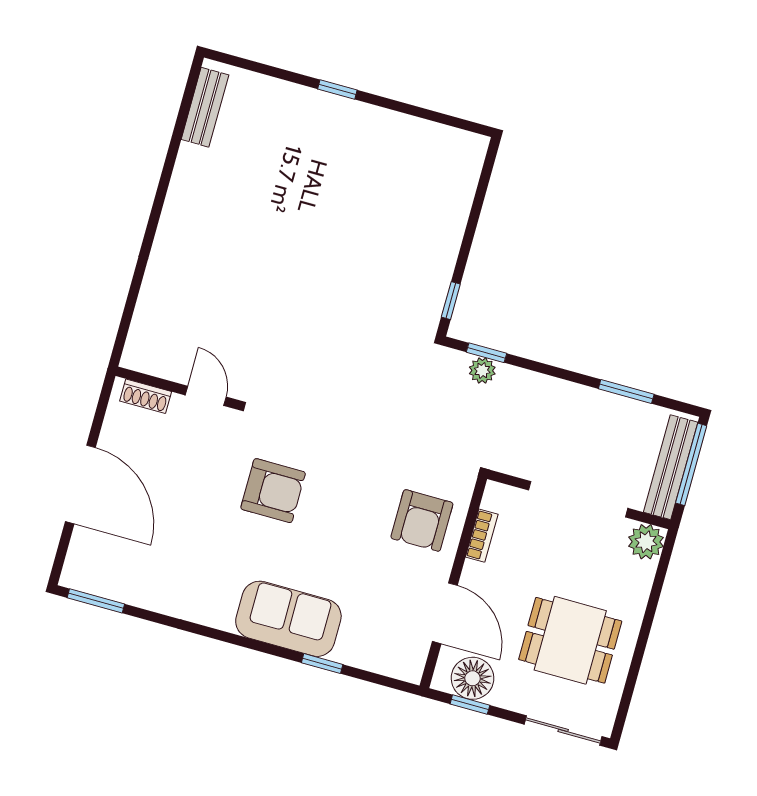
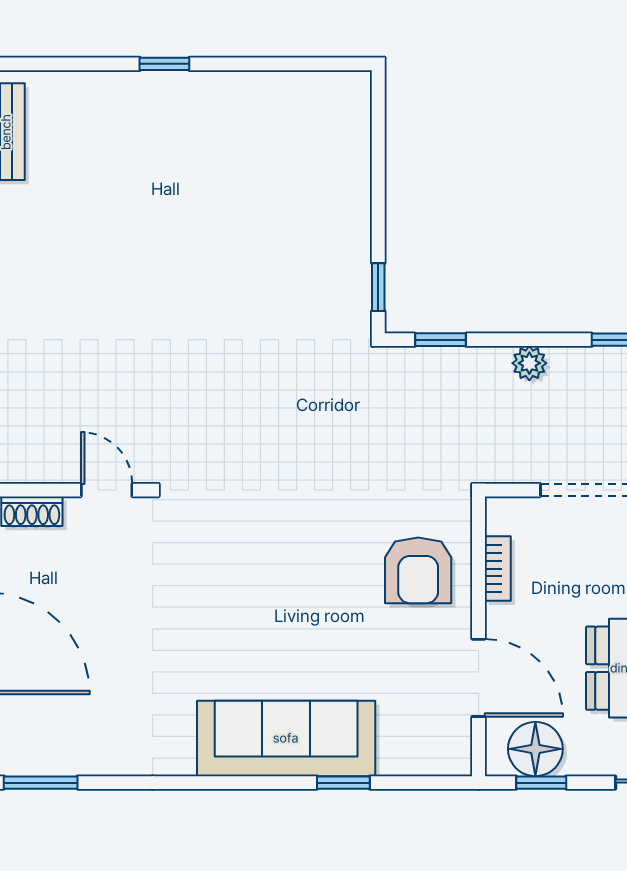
plant: (482, 370) -> (529, 363), moved
armchair: (273, 491) -> (223, 585), removed
sofa: (288, 619) -> (286, 738), width x1.36

